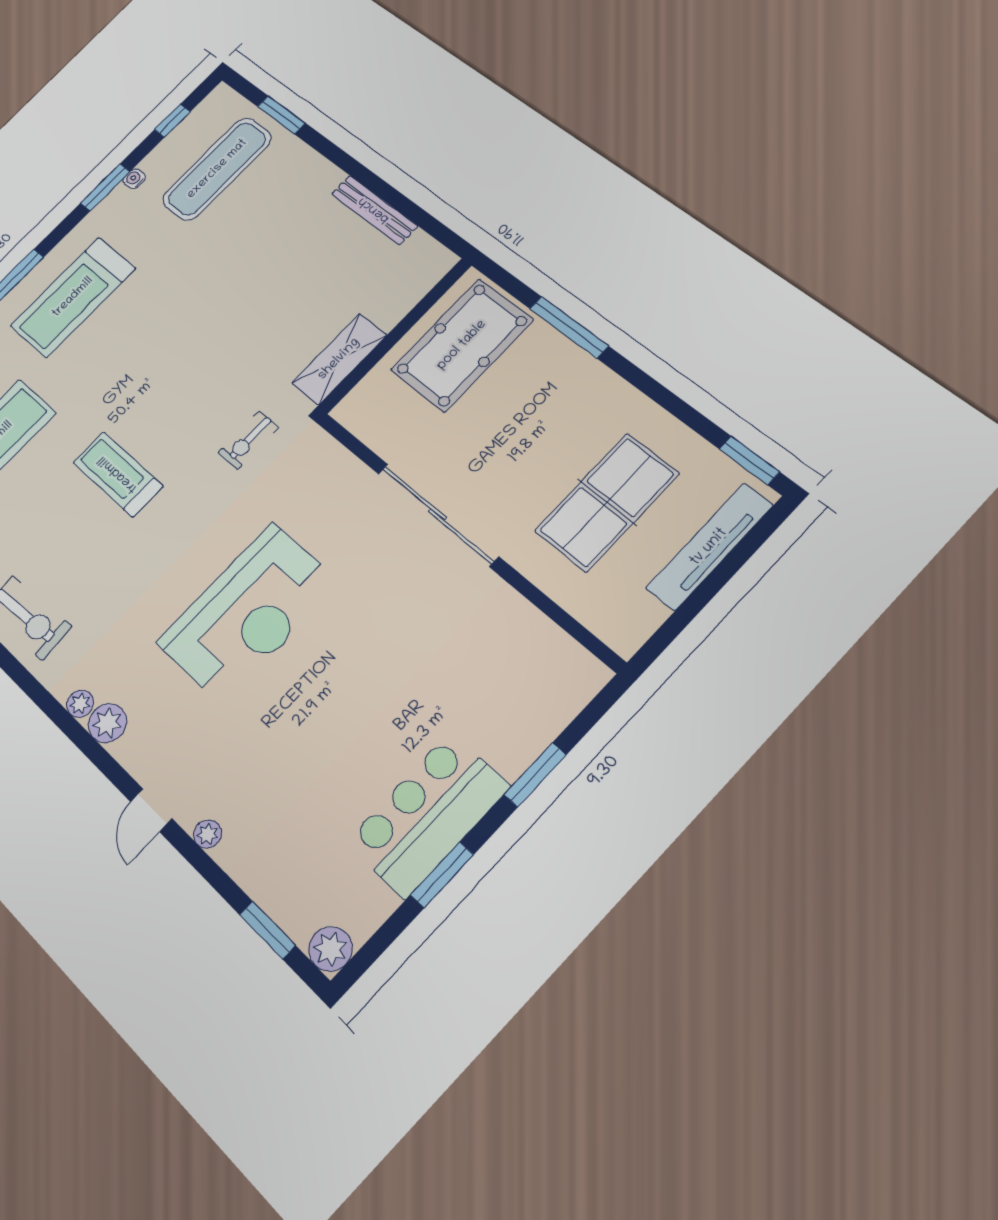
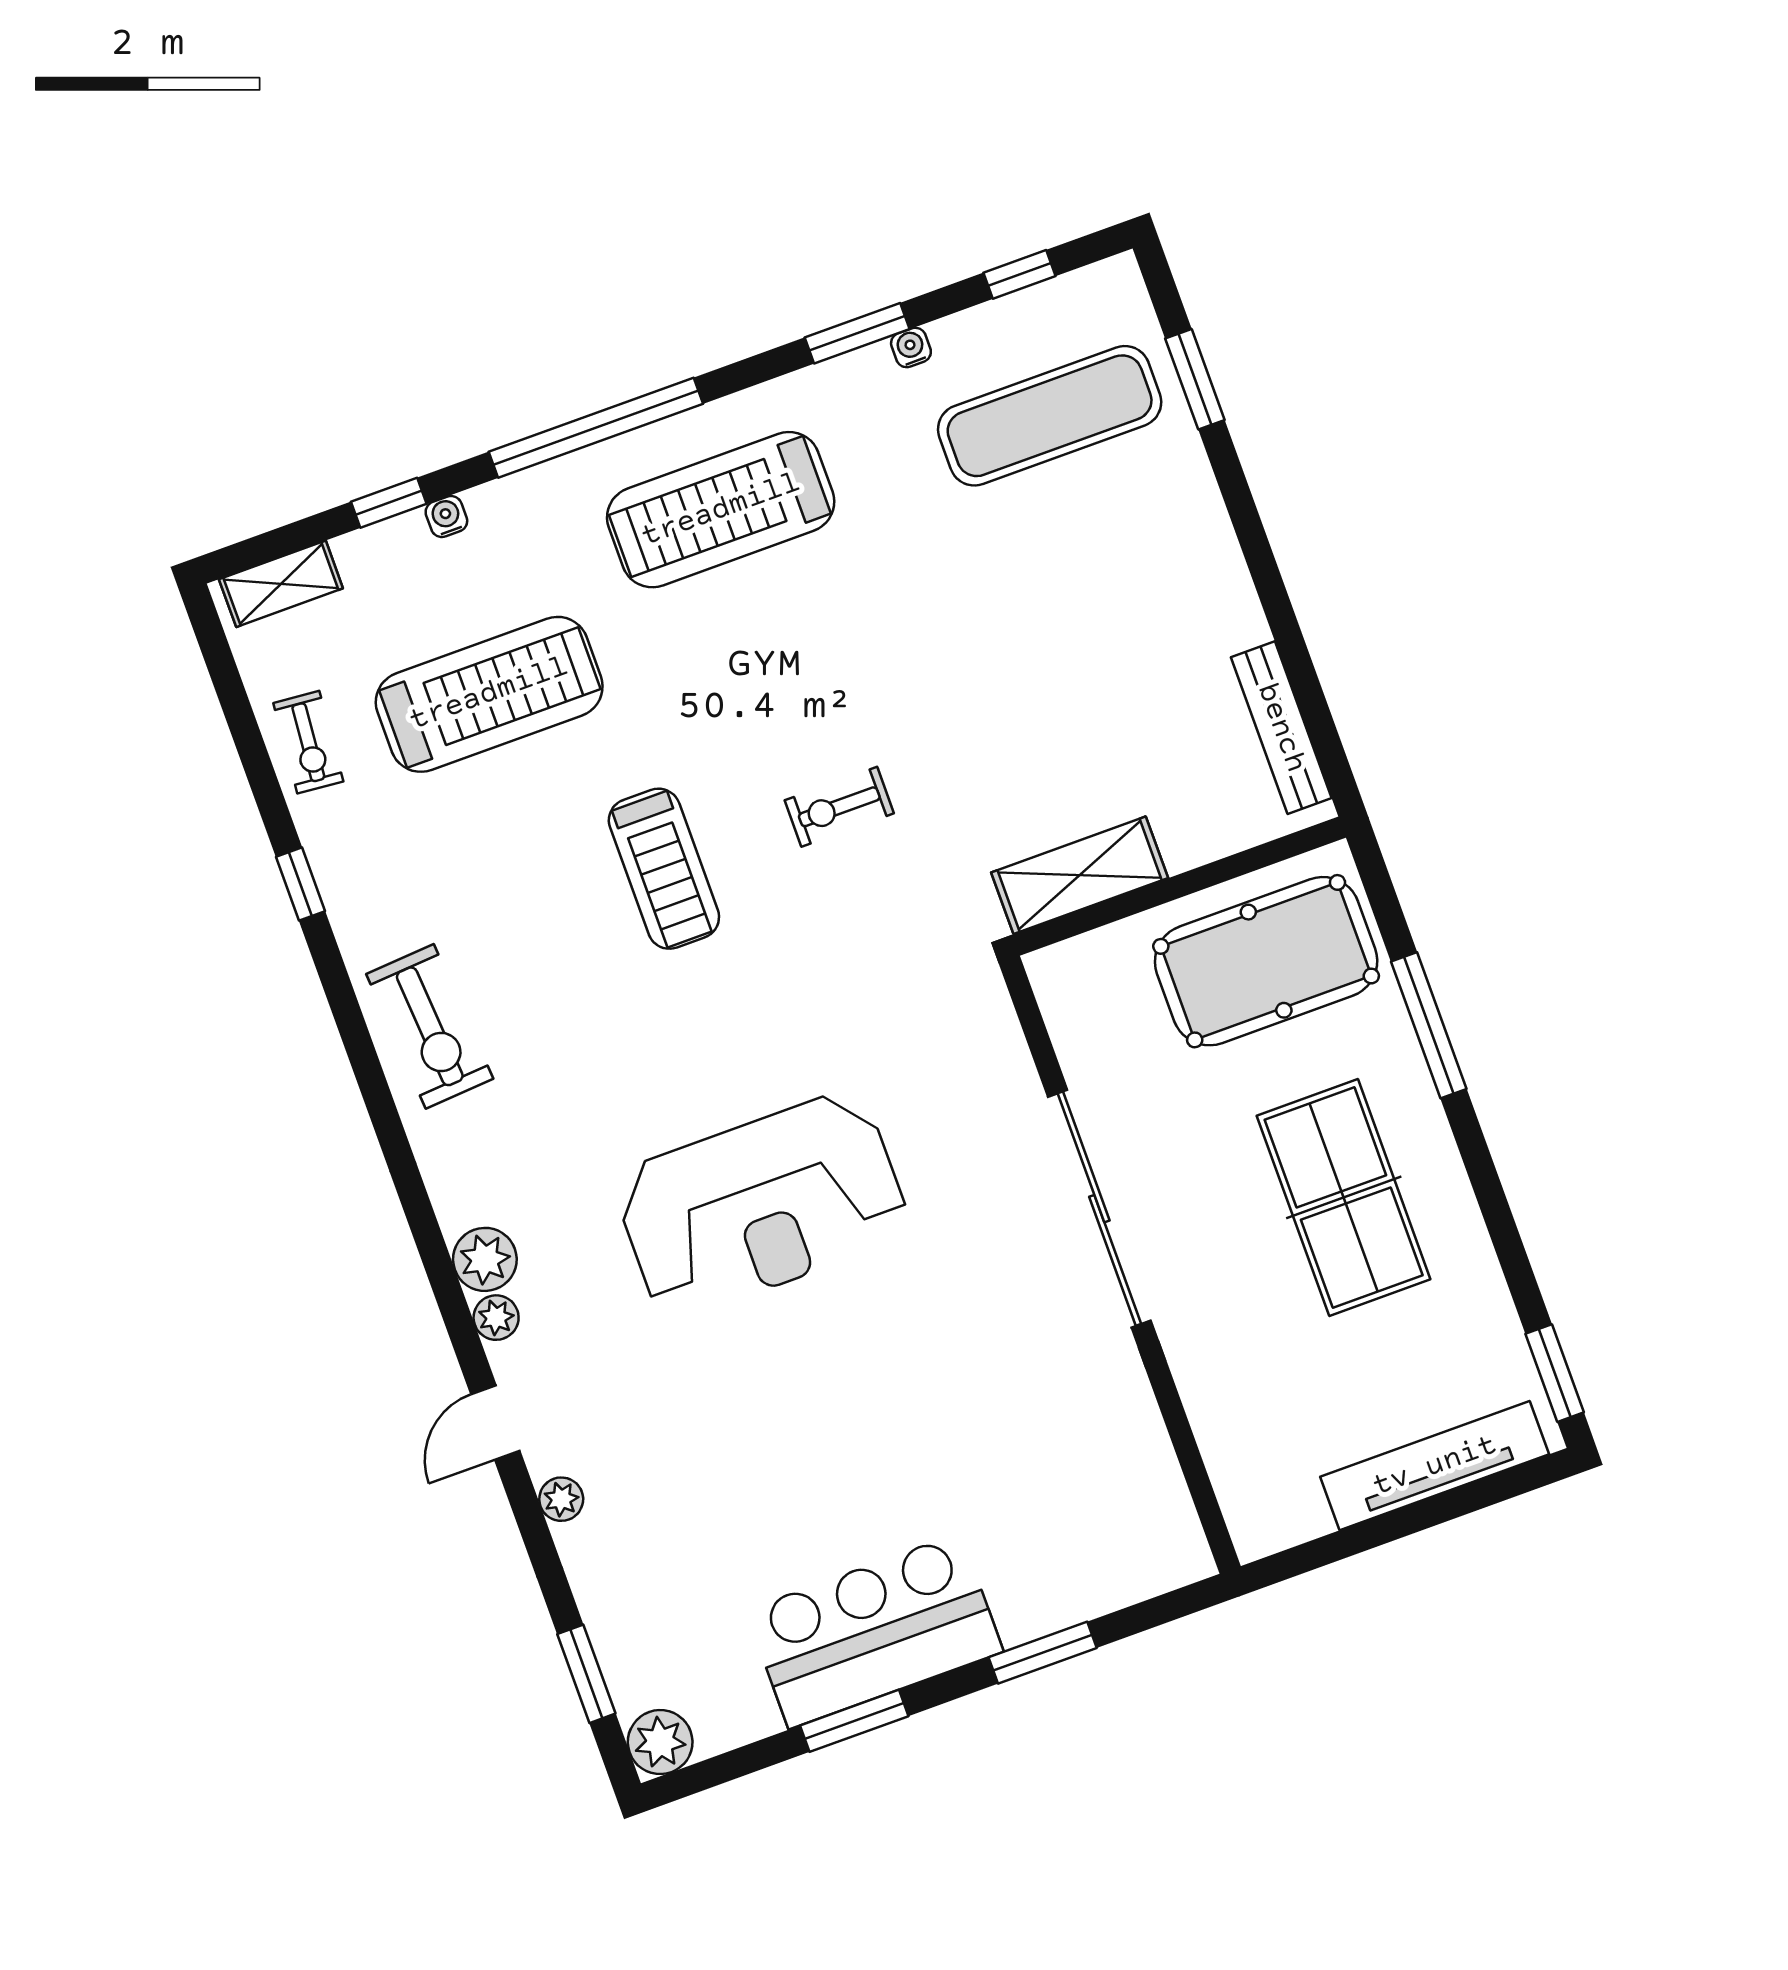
bench: (374, 210) -> (1281, 728), moved
exercise bike: (248, 440) -> (839, 807), moved
treadmill: (118, 474) -> (664, 869), turned 180
table tennis table: (607, 502) -> (1344, 1197), moved, turned 90
plant: (80, 704) -> (496, 1318), moved

